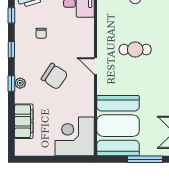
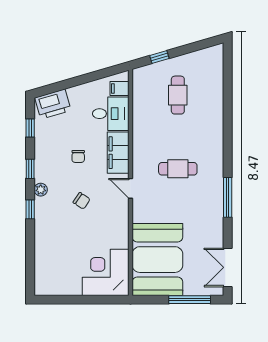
chair: (41, 33) -> (78, 156), moved
chair: (55, 76) -> (82, 201), width x0.54, depth x0.54
plant: (20, 83) -> (41, 190), moved
filing cabinet: (24, 121) -> (118, 153), moved, turned 180

